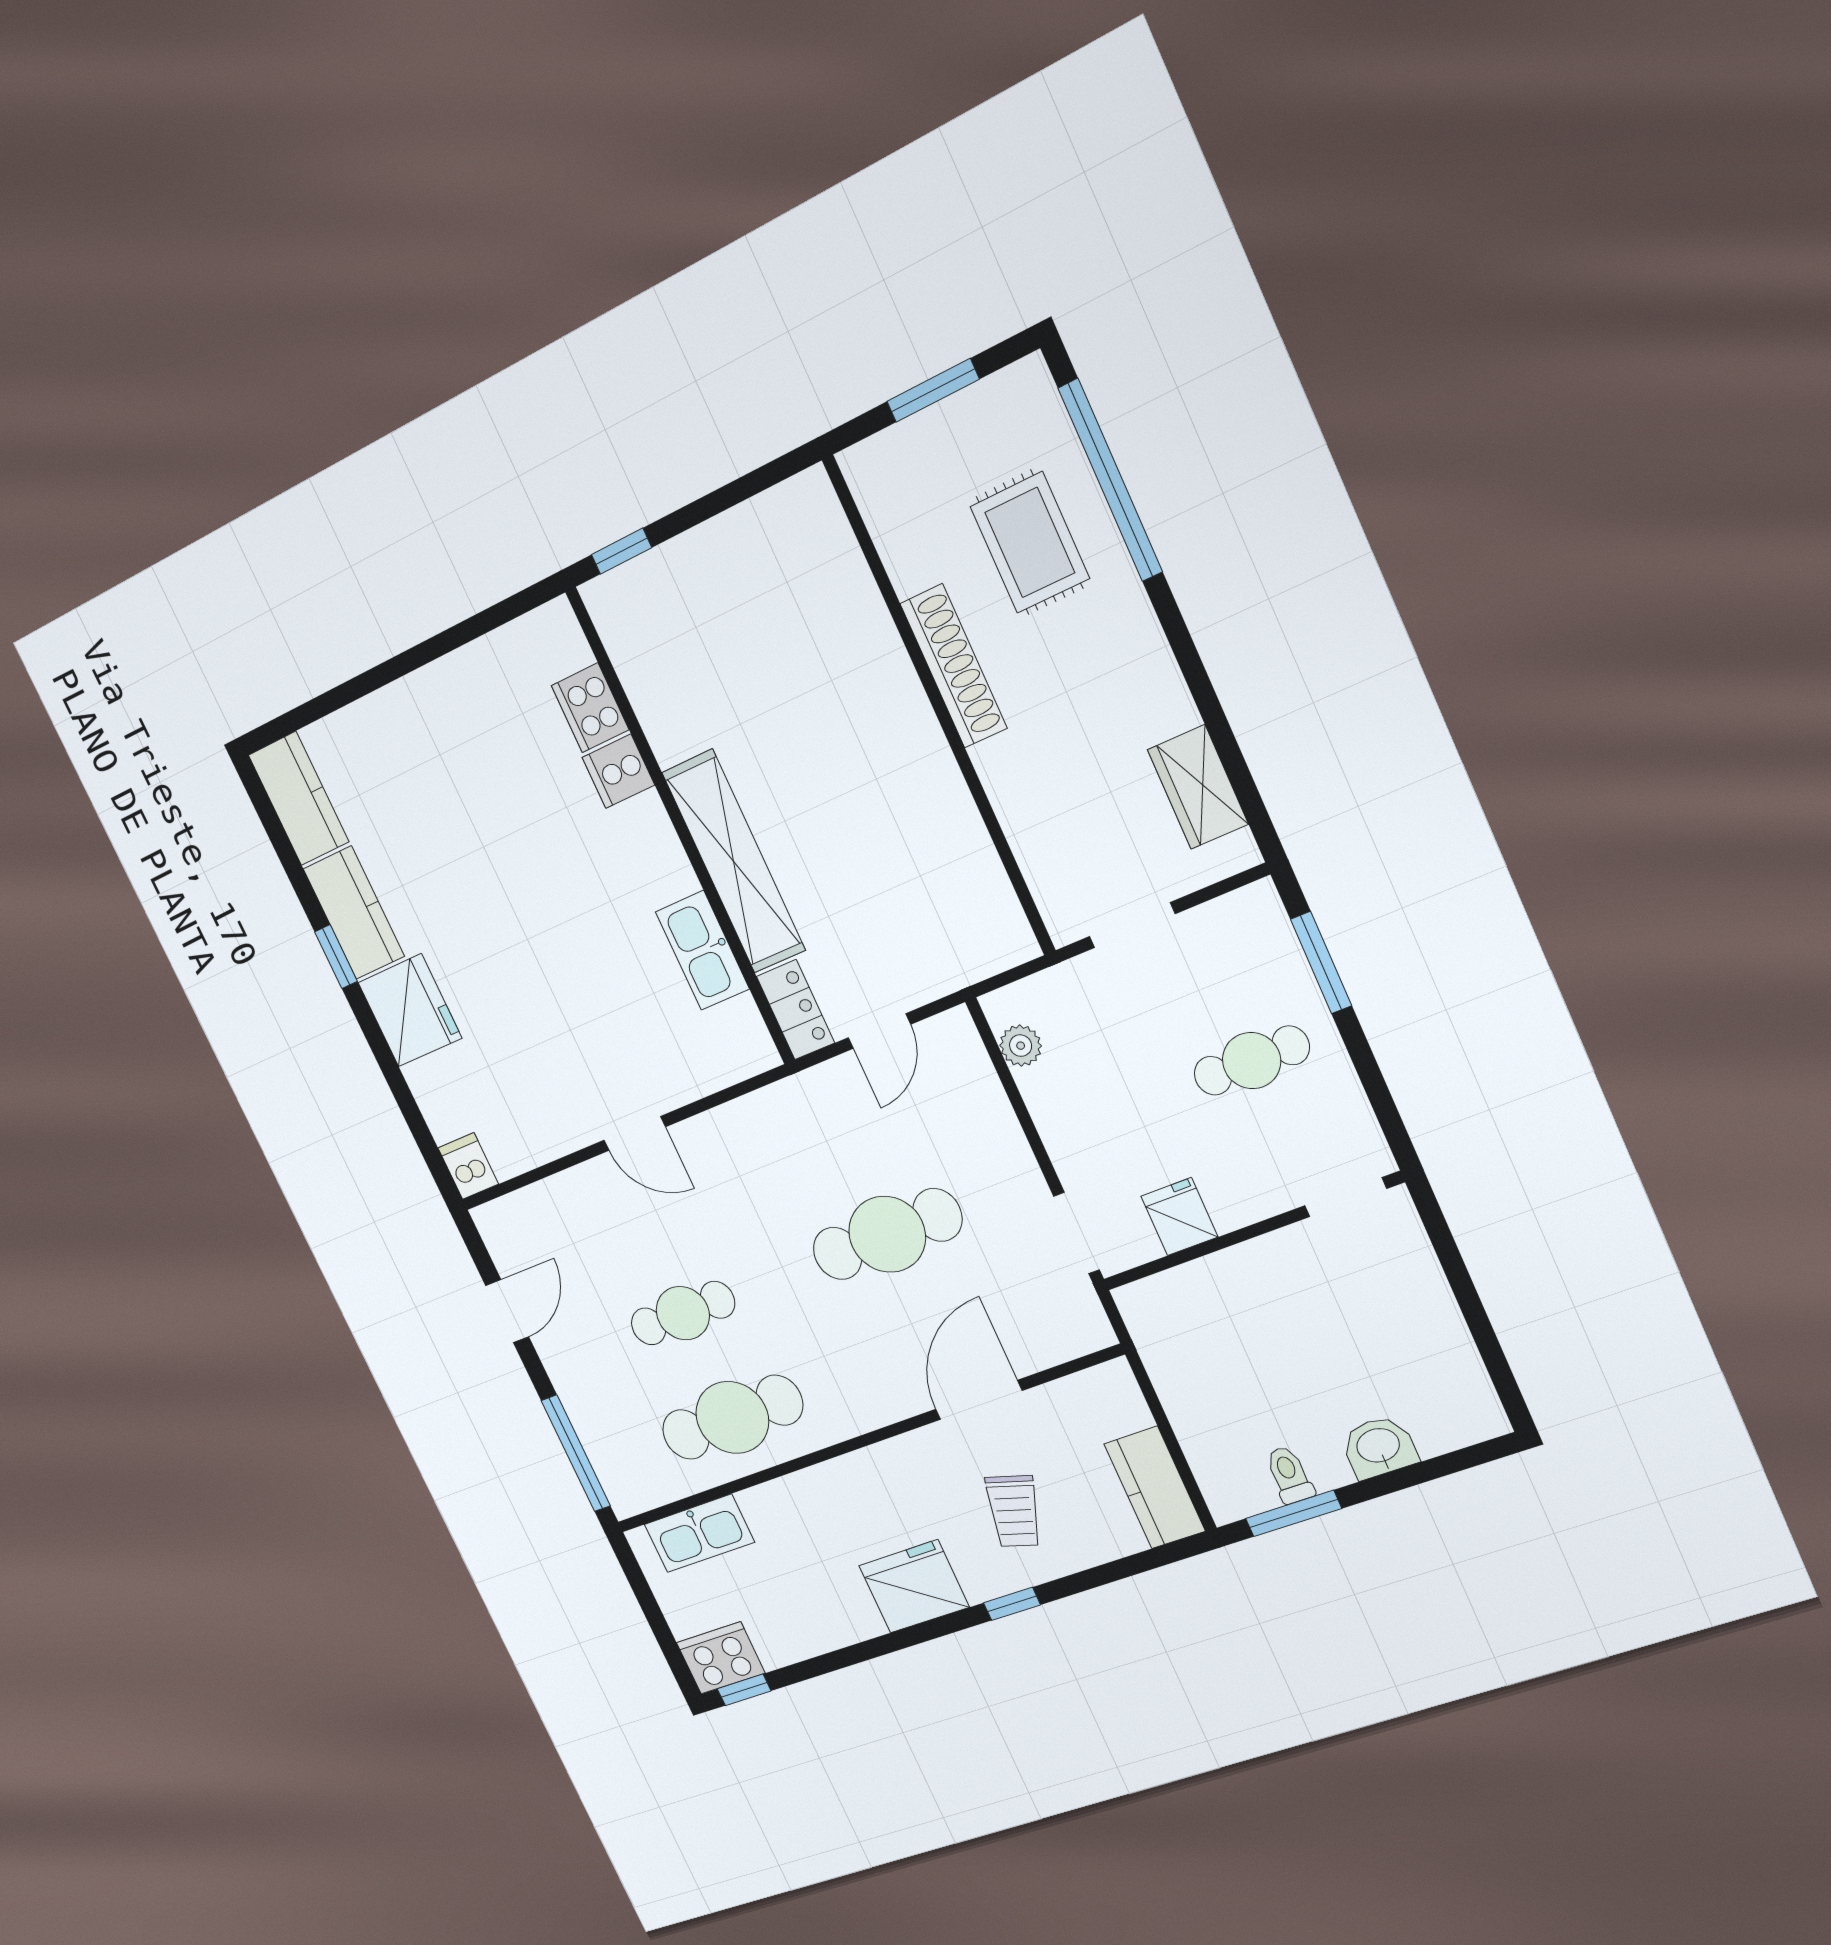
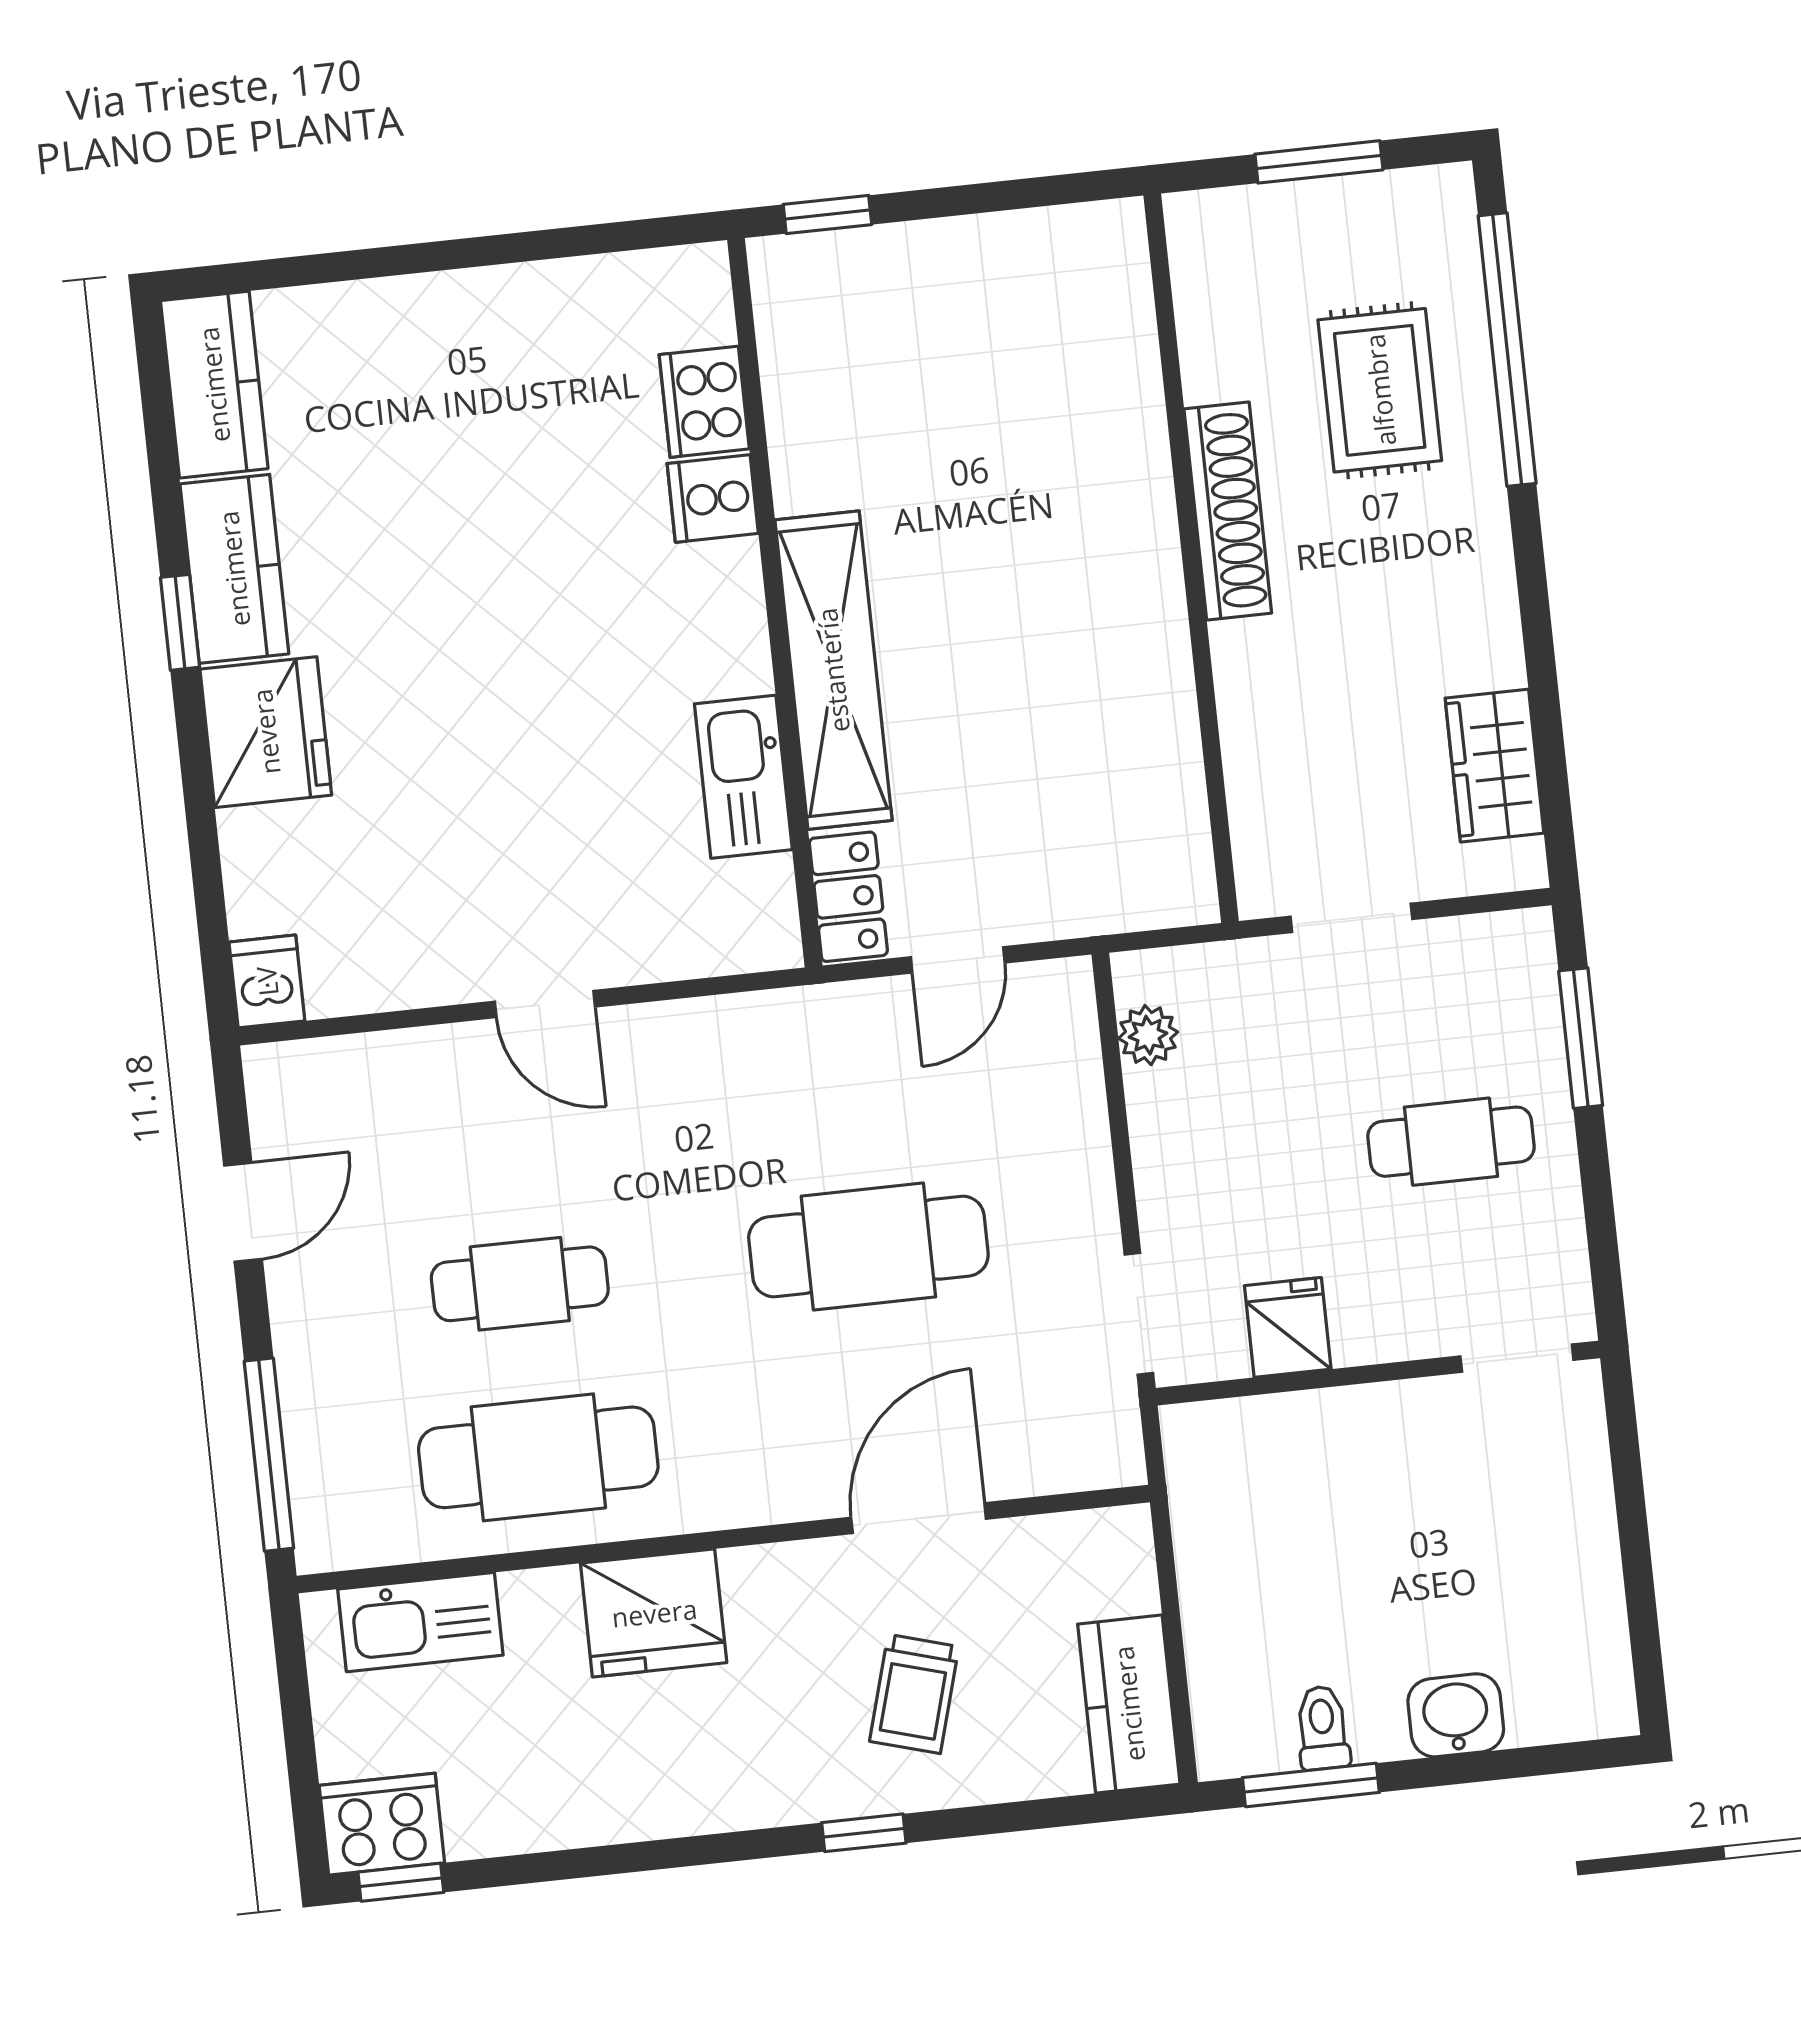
fridge: (914, 1586) -> (654, 1613), moved, turned 180

